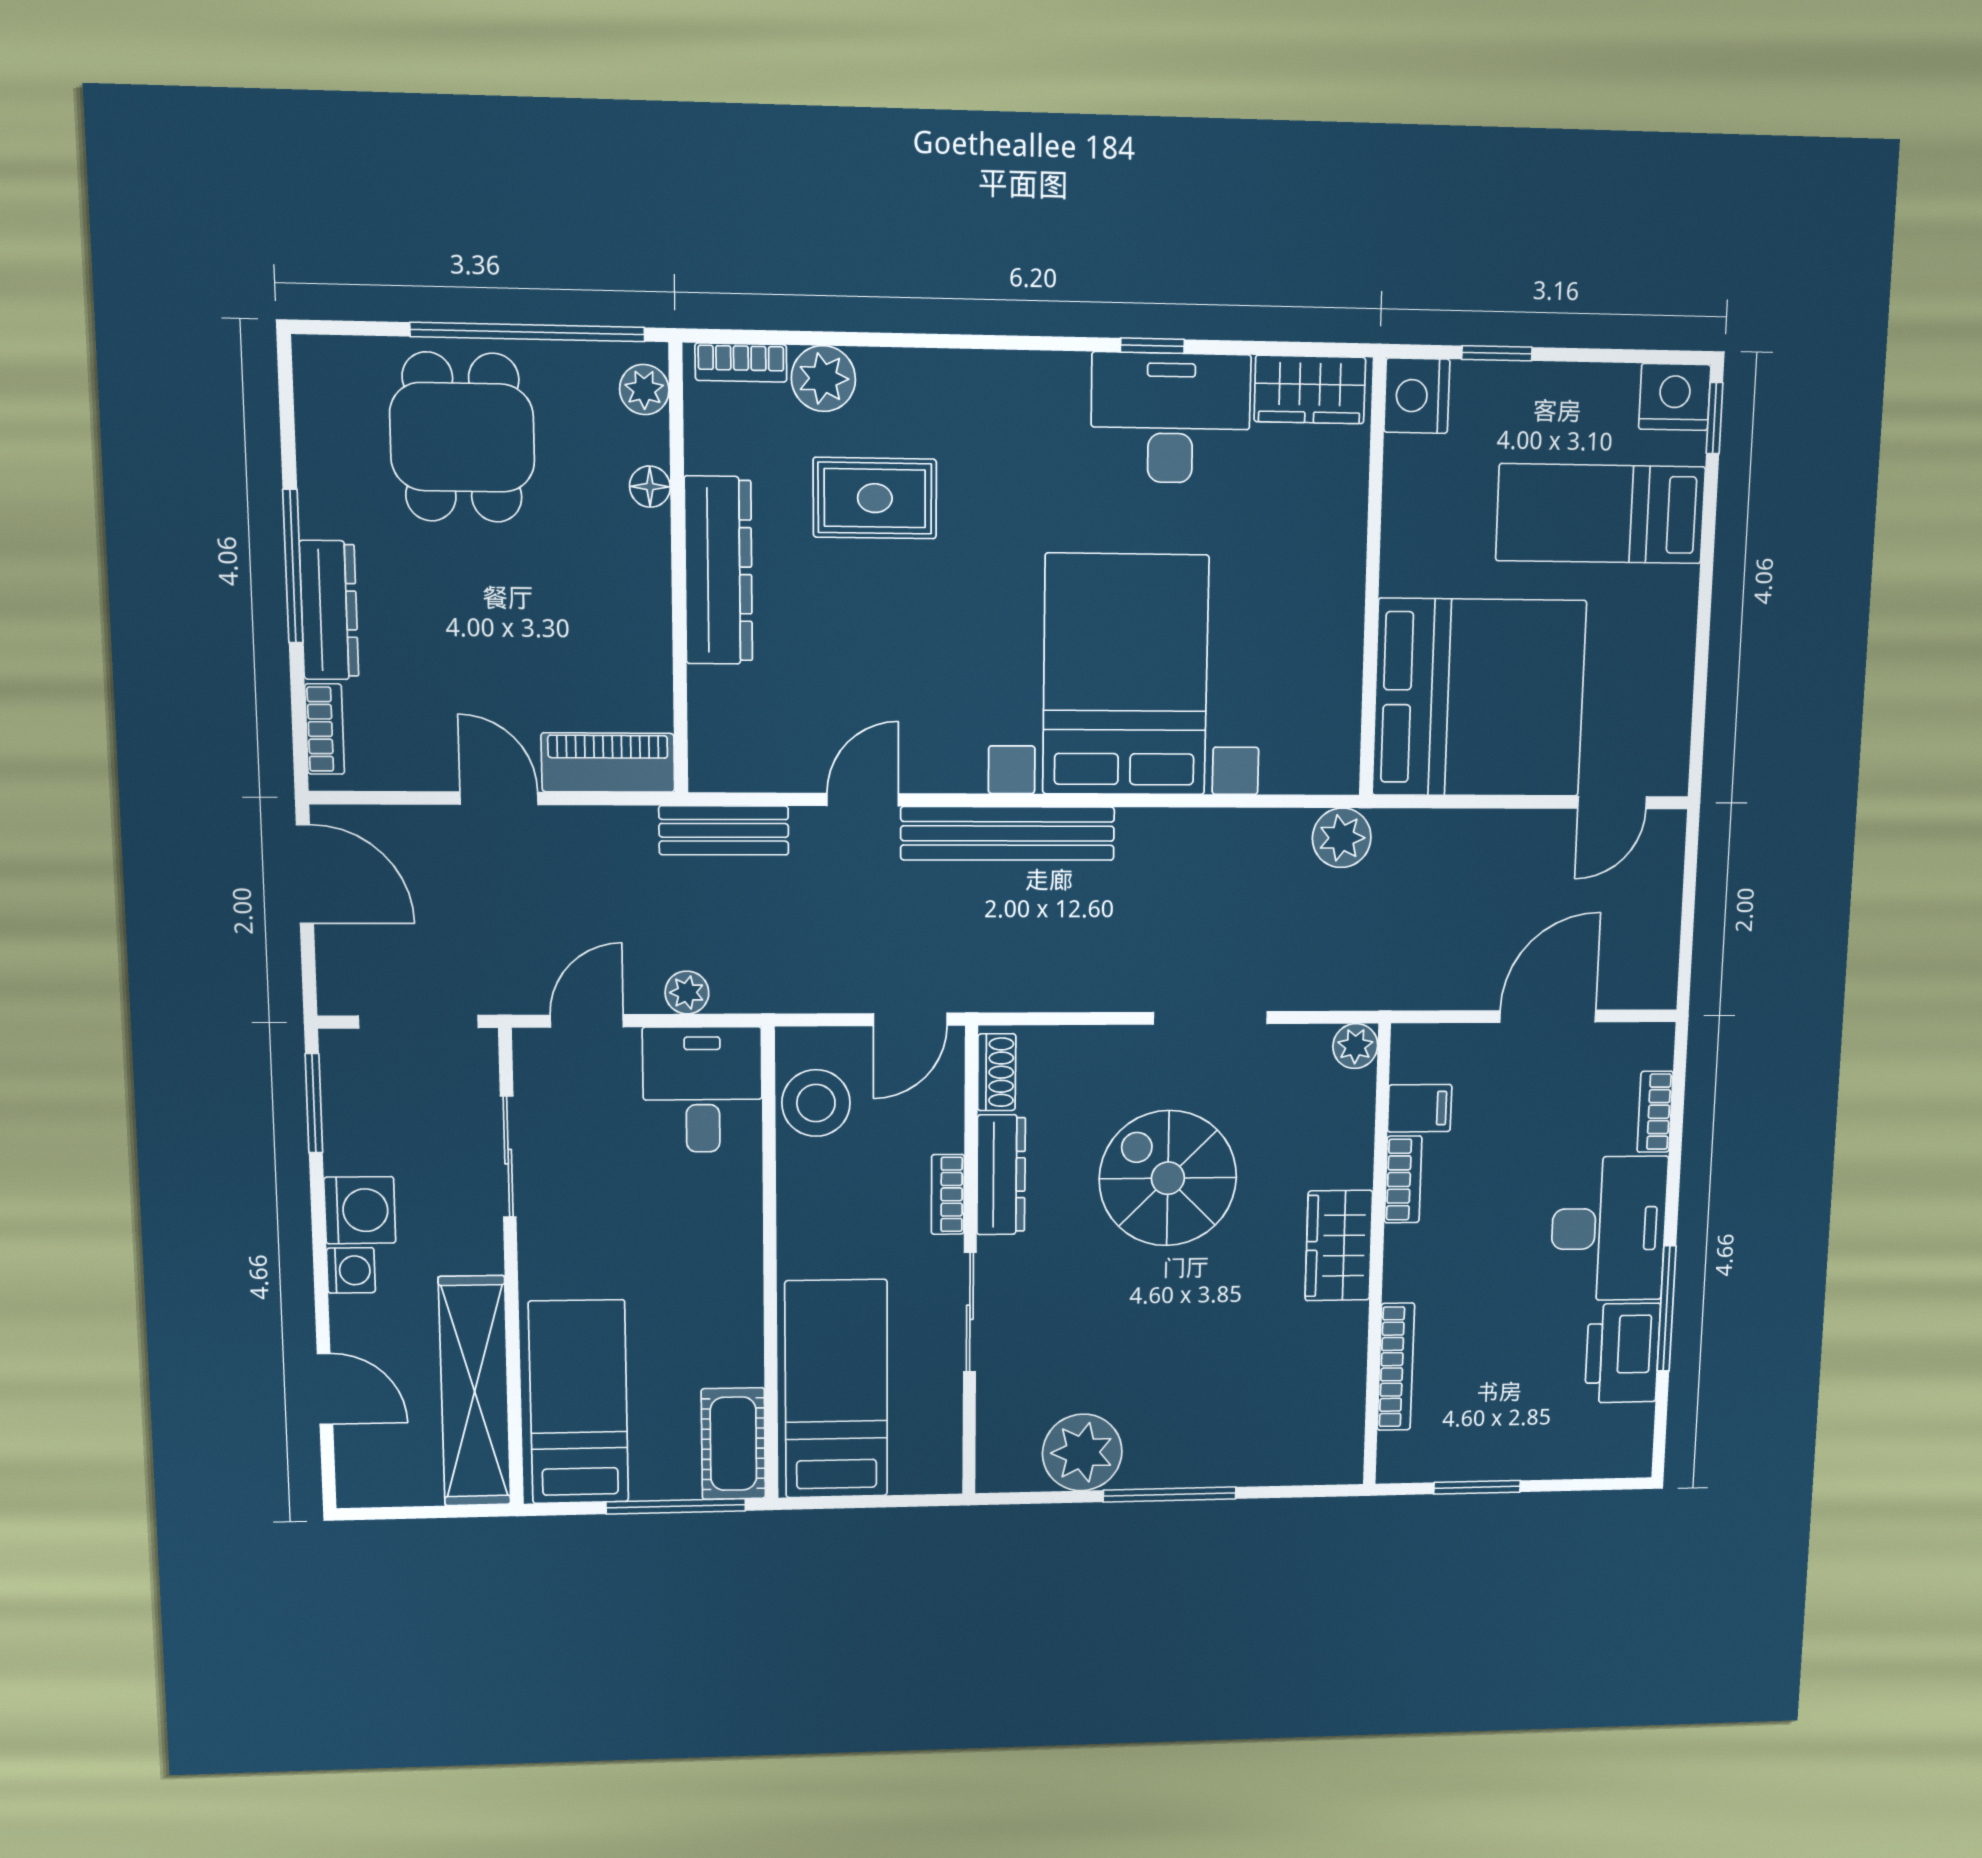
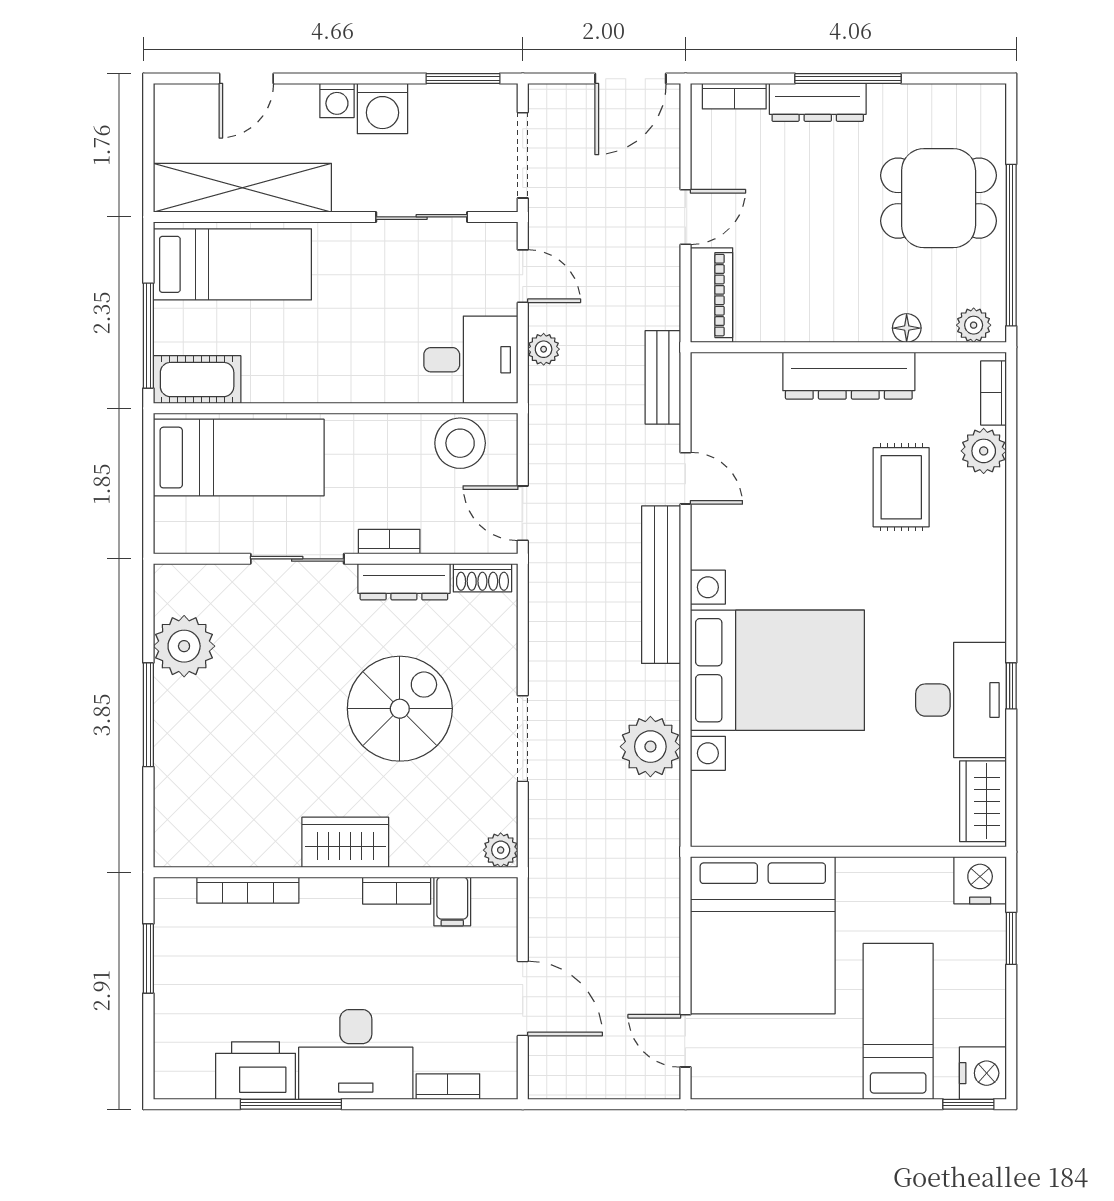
plant: (1342, 838) -> (650, 747), moved, width x1.36, depth x1.36

